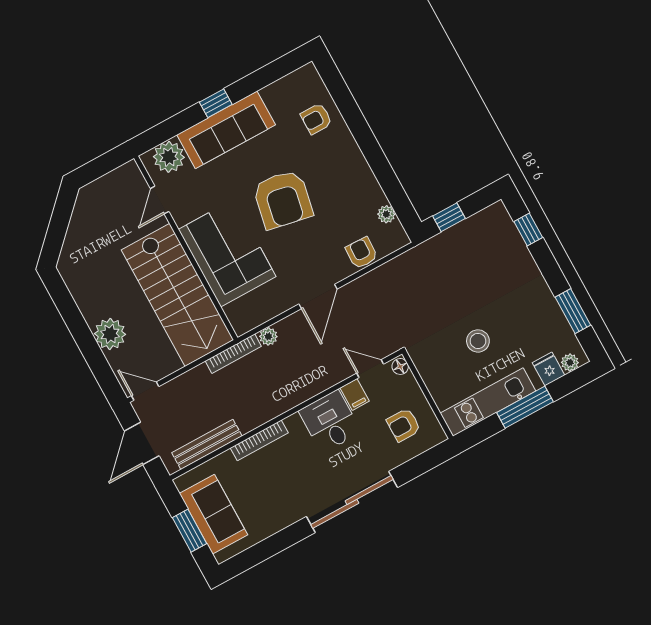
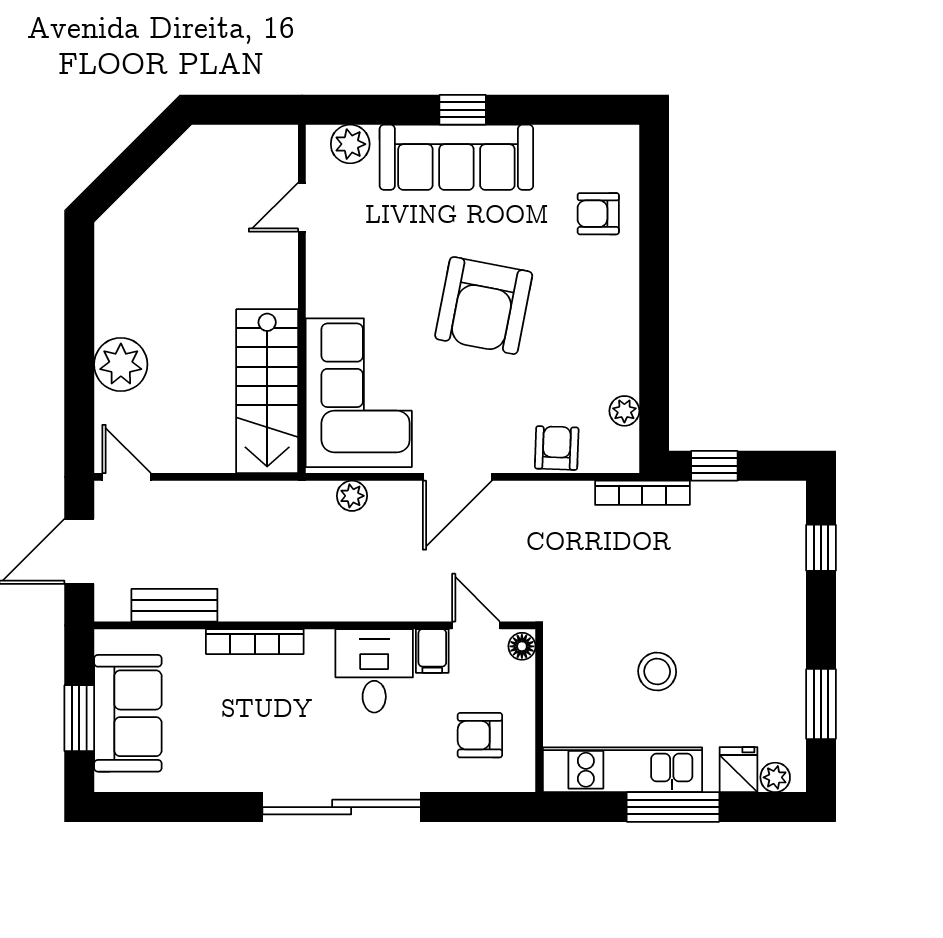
plant: (169, 157) -> (350, 144), width x0.73, depth x0.73
corner sofa: (227, 253) -> (359, 393), moved
stairs: (177, 295) -> (267, 391), width x0.73, depth x0.66
bookcase: (233, 354) -> (642, 493), moved
bench: (207, 444) -> (174, 605), width x0.73

